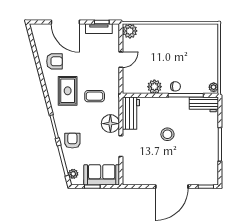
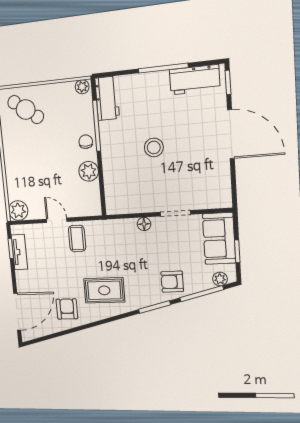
door: (65, 22) -> (17, 312), moved
cafe table: (202, 44) -> (26, 110), added
coffee table: (95, 96) -> (77, 238), moved
workbench: (131, 113) -> (195, 80), moved, turned 180
floor lamp: (110, 124) -> (144, 224), width x0.53, depth x0.53

